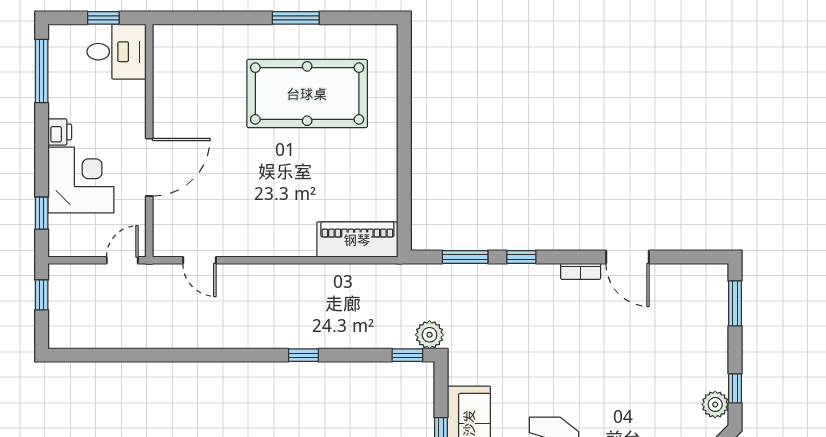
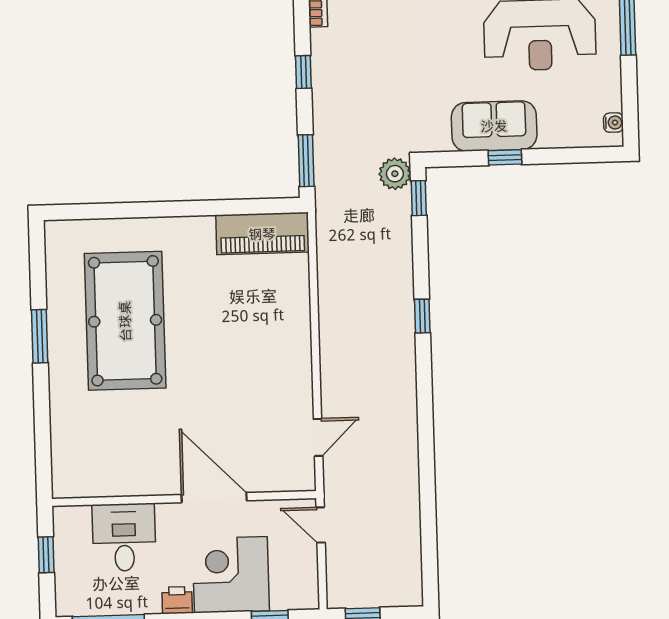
desk: (117, 52) -> (124, 537), moved
piano: (357, 240) -> (262, 234), moved, turned -90
window: (465, 257) -> (306, 161), moved

